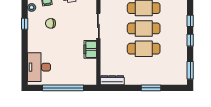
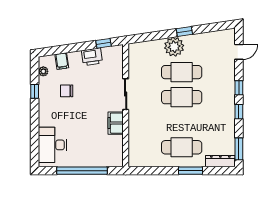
cafe table: (144, 49) -> (182, 147), moved
dresser: (112, 80) -> (220, 161), moved

